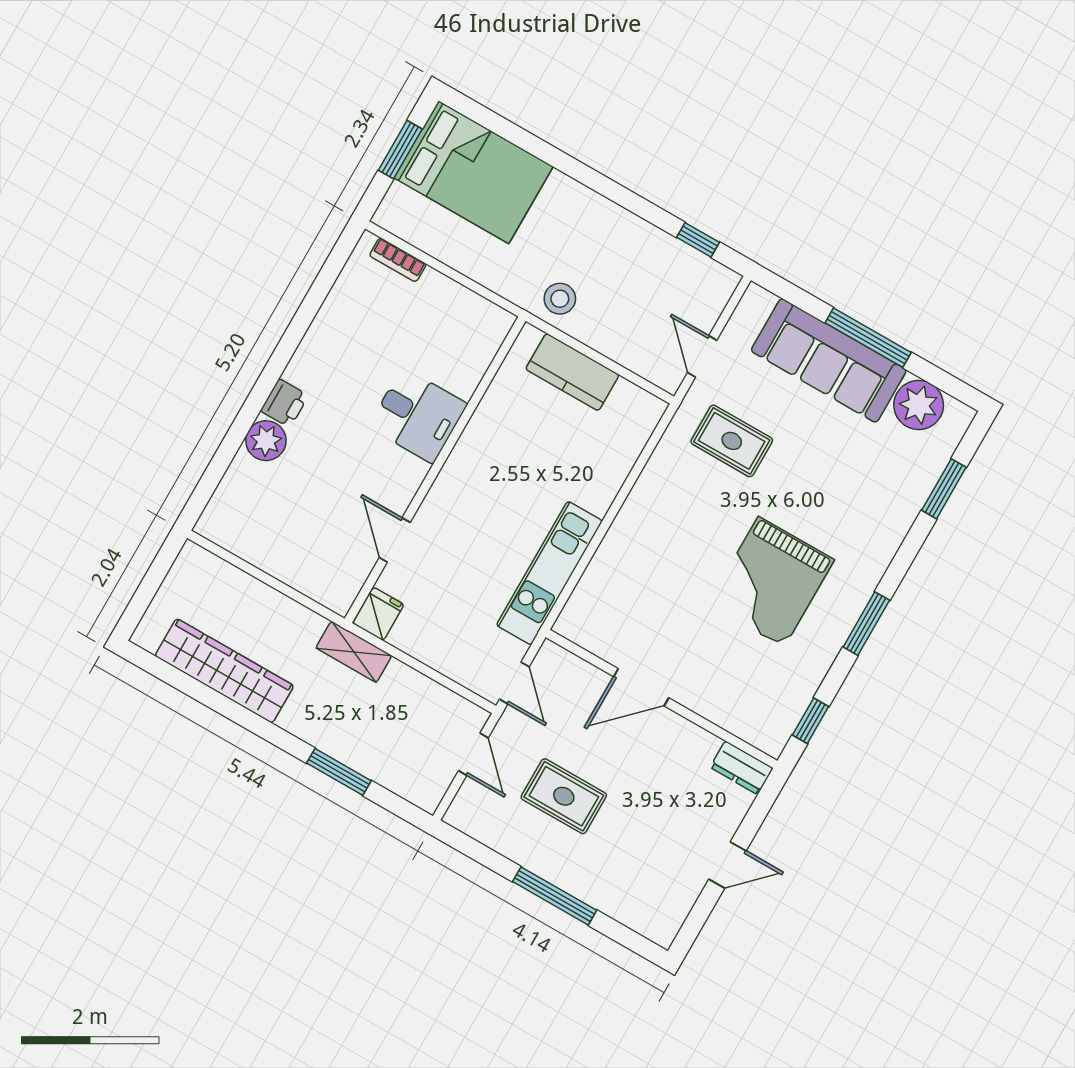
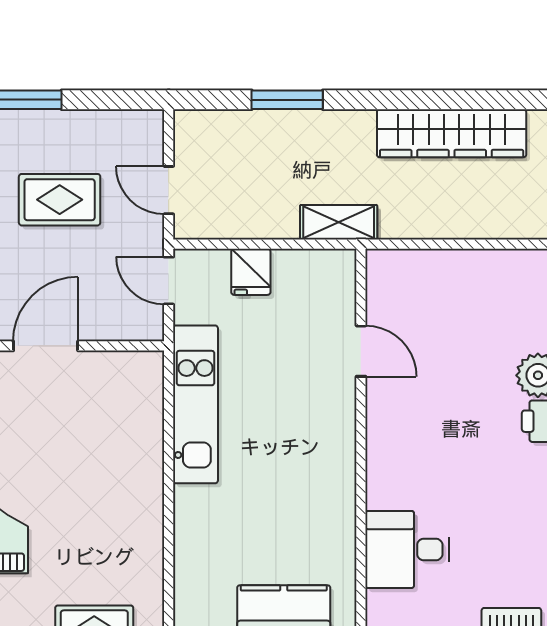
desk: (418, 415) -> (407, 549), moved
fridge: (378, 614) -> (251, 272), moved

